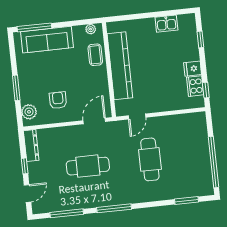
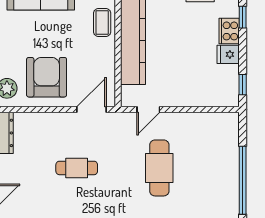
cooker: (195, 86) -> (229, 31), moved
armchair: (58, 100) -> (47, 77), width x1.88, depth x1.88
cafe table: (88, 166) -> (77, 168), width x0.73, depth x0.74

